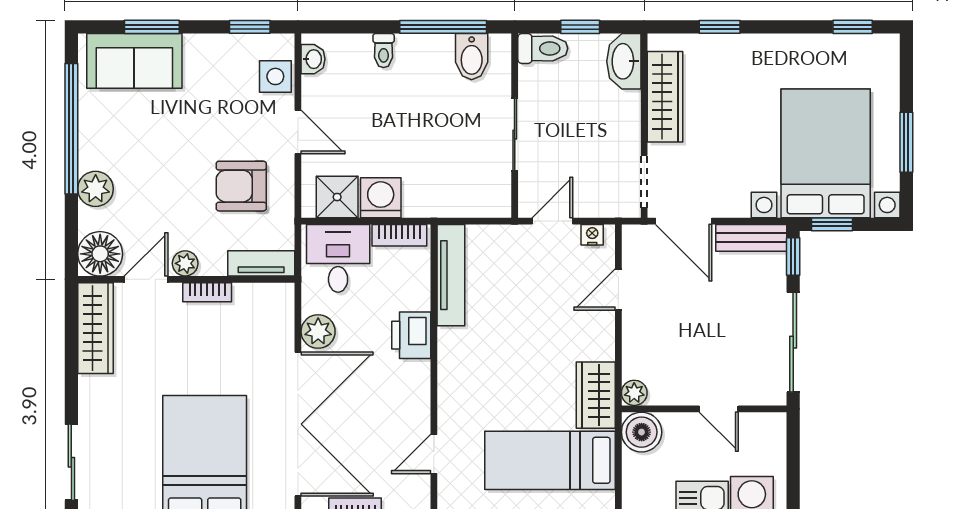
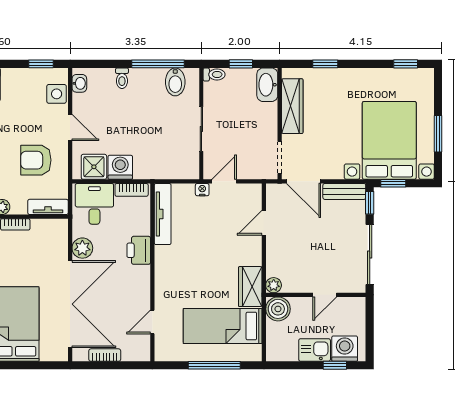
toilet: (543, 48) -> (214, 74), width x0.73, depth x0.72
nightstand: (592, 235) -> (202, 190), moved
door: (719, 409) -> (325, 295), hinge flipped

